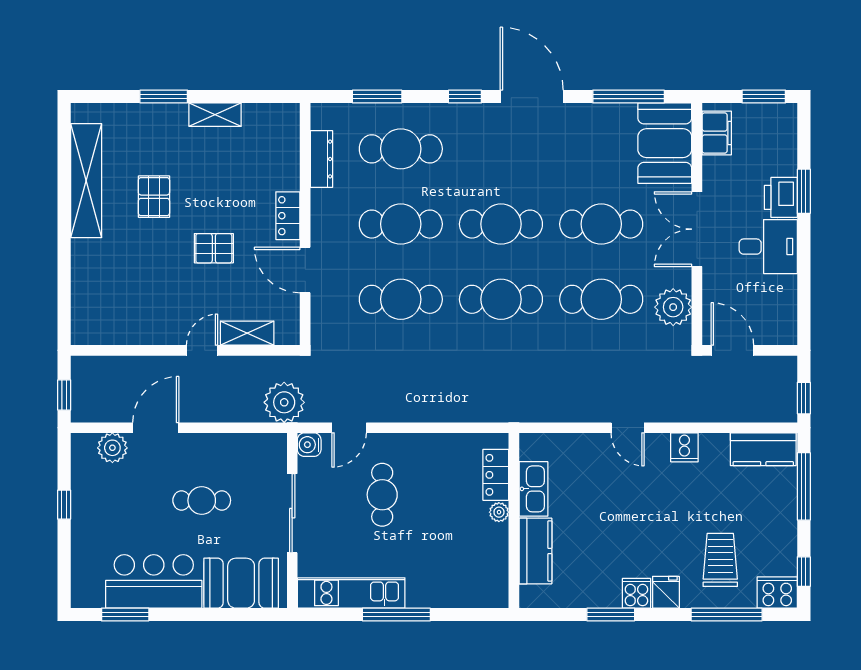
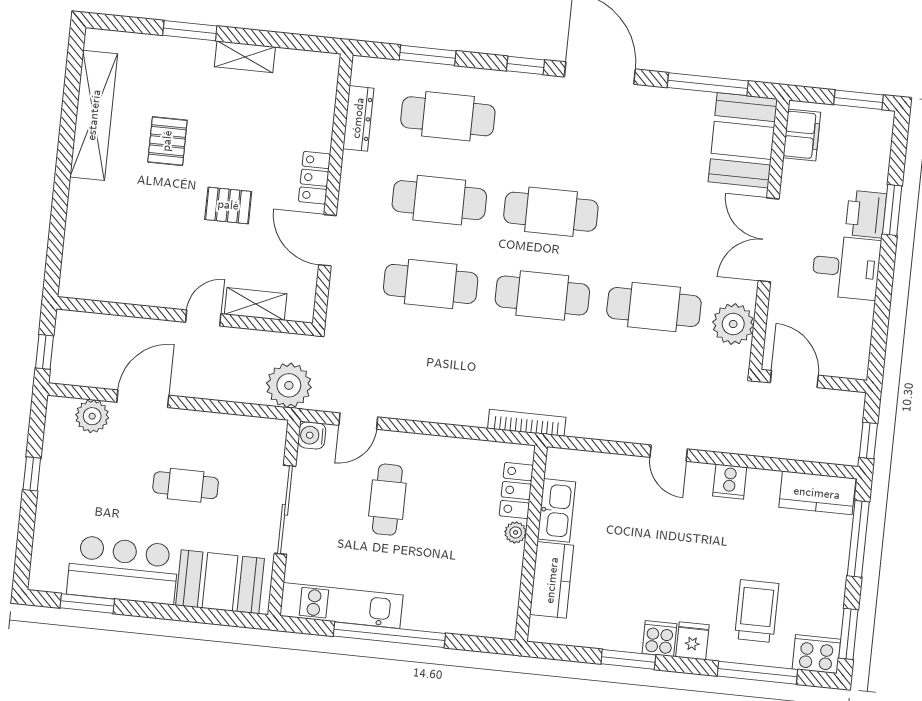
cafe table: (601, 224) -> (663, 223), removed
bookcase: (499, 414) -> (527, 423), added
window: (804, 572) -> (848, 634), width x1.50
window: (396, 615) -> (389, 635), width x1.46

